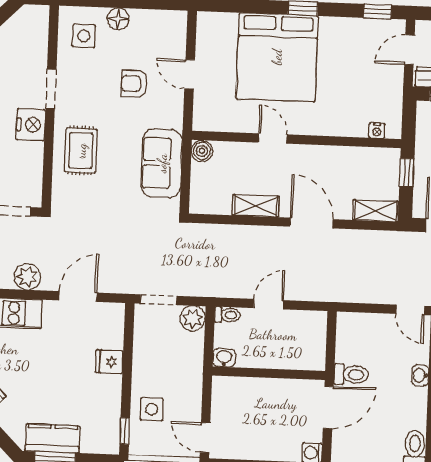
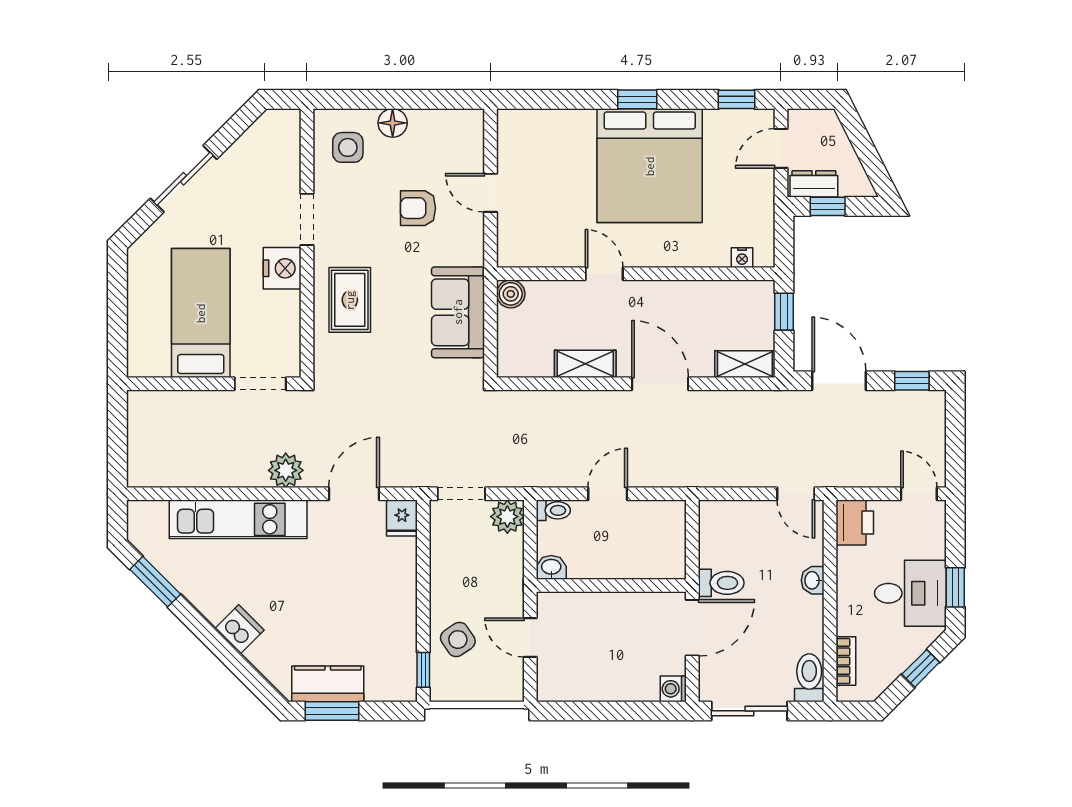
bed: (277, 57) -> (650, 166), moved
fridge: (109, 362) -> (402, 518), moved, turned -90
side table: (152, 409) -> (458, 640), turned -34
door: (205, 438) -> (530, 638), moved

